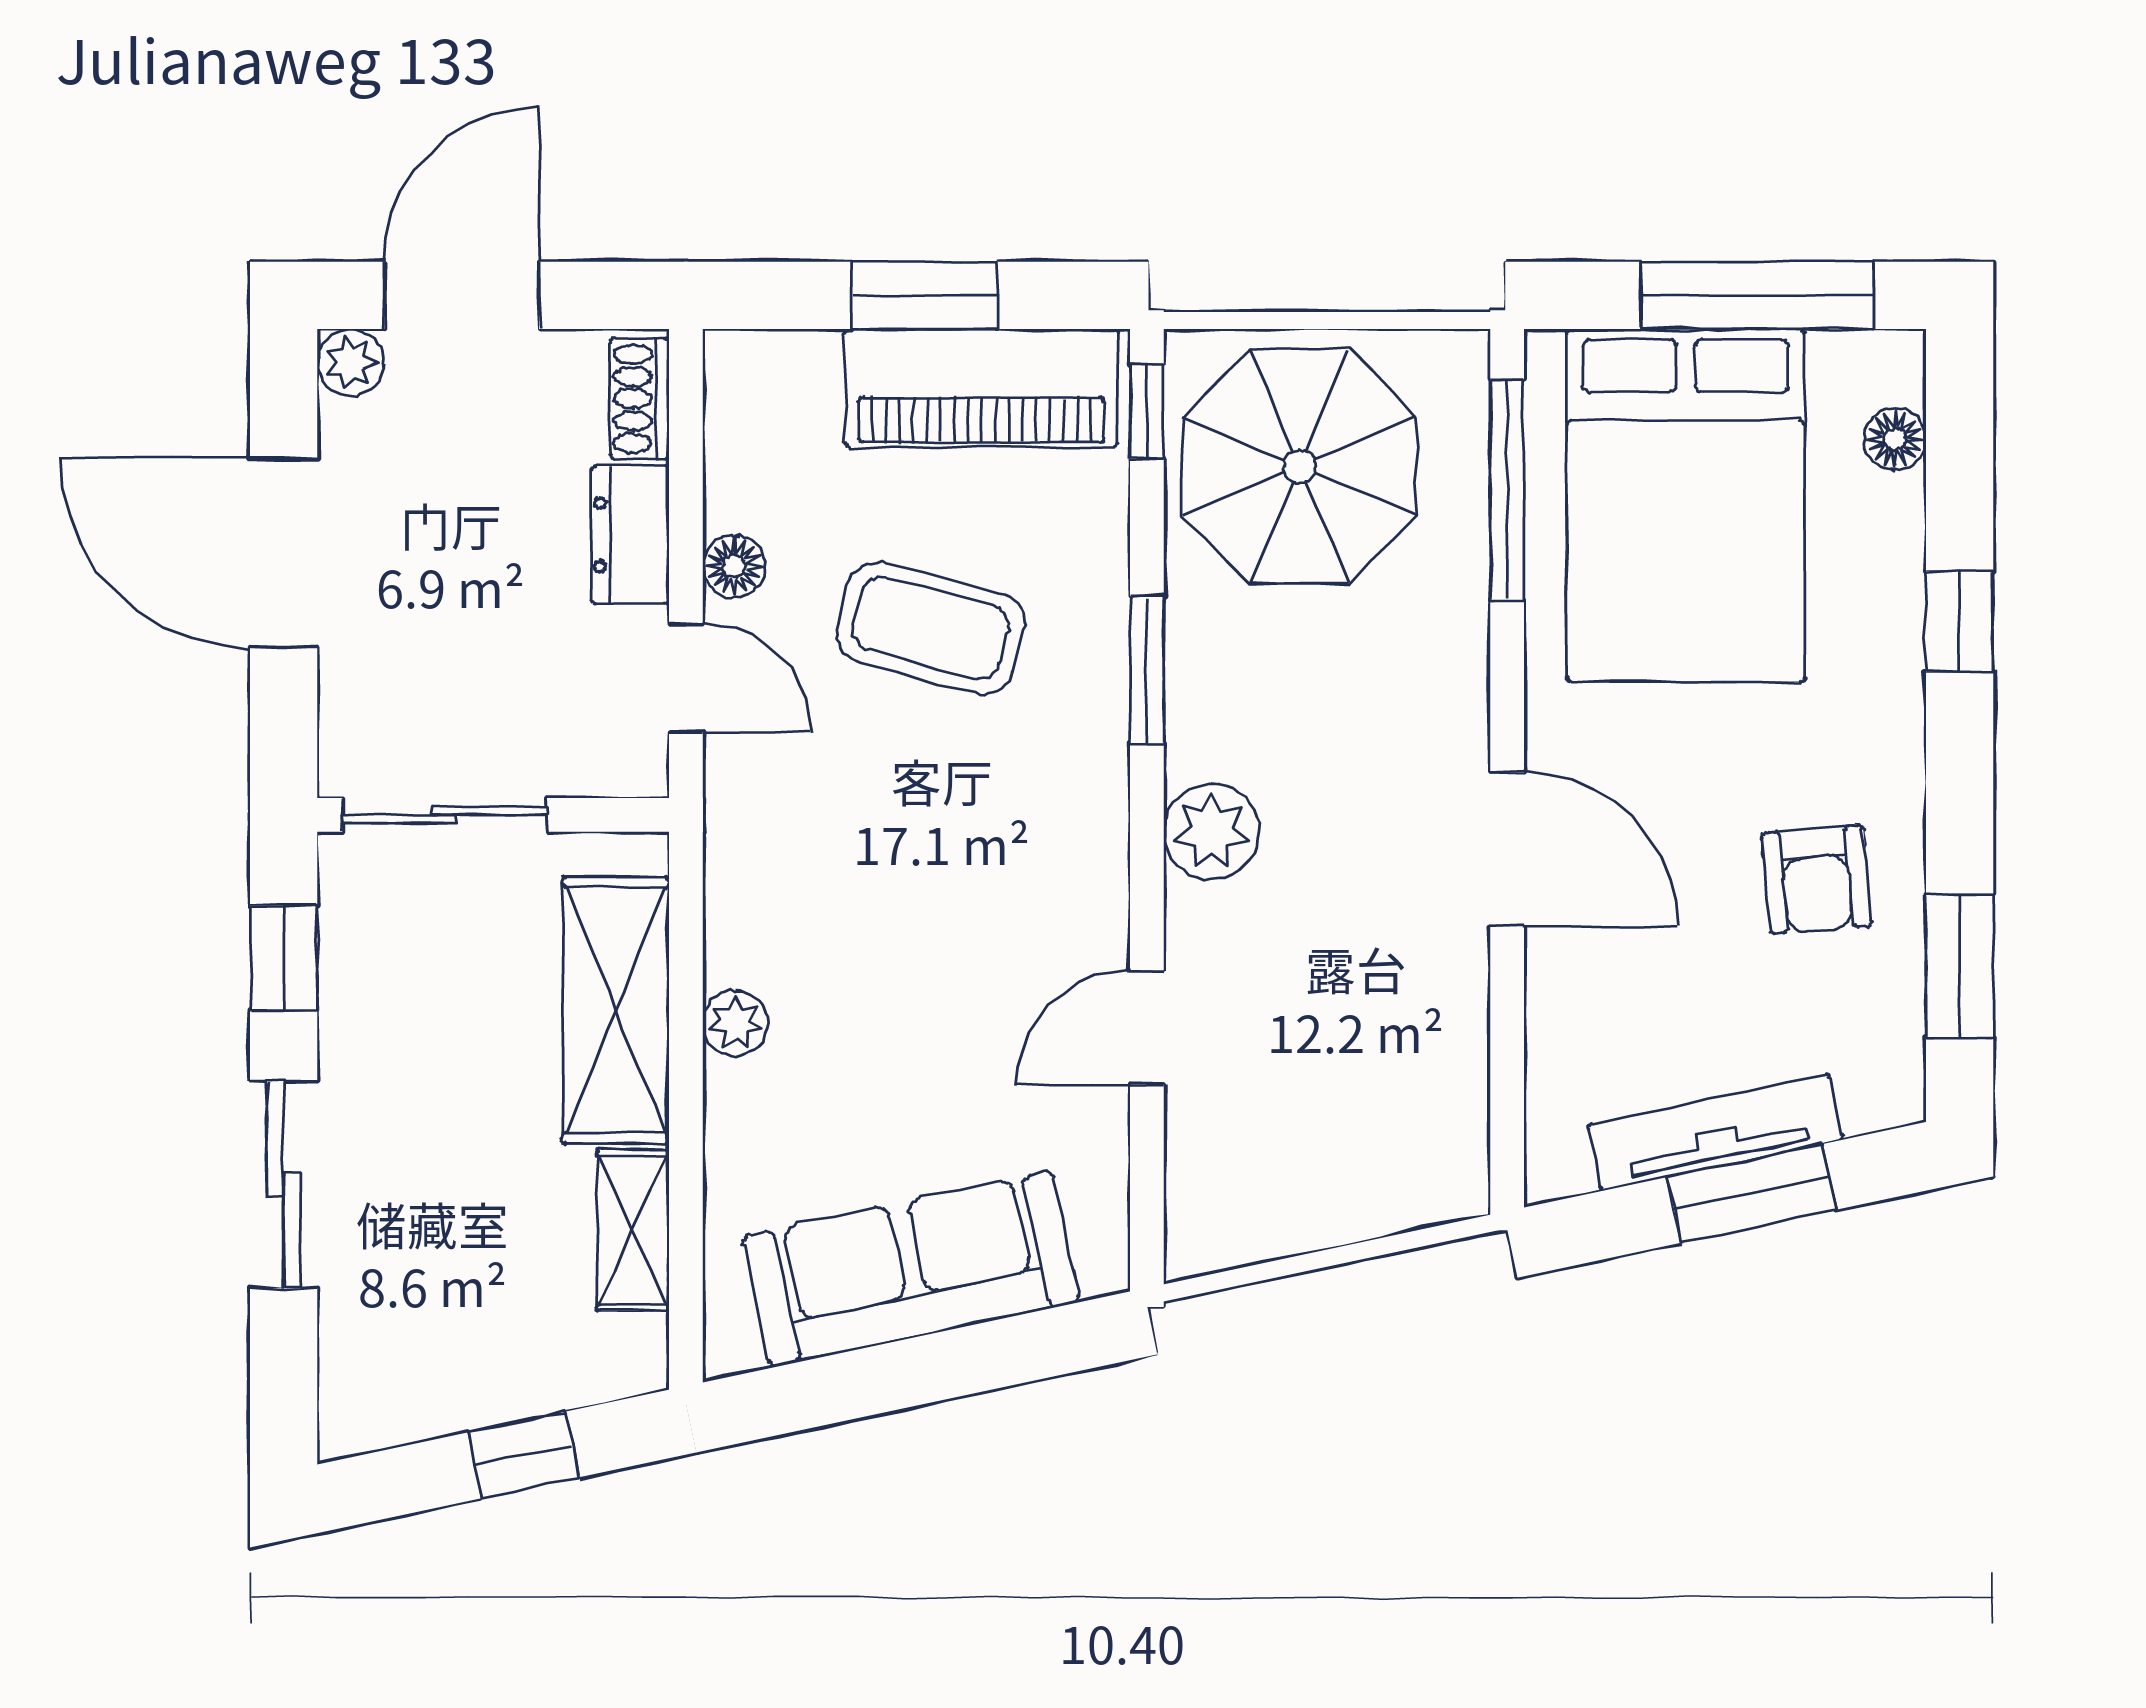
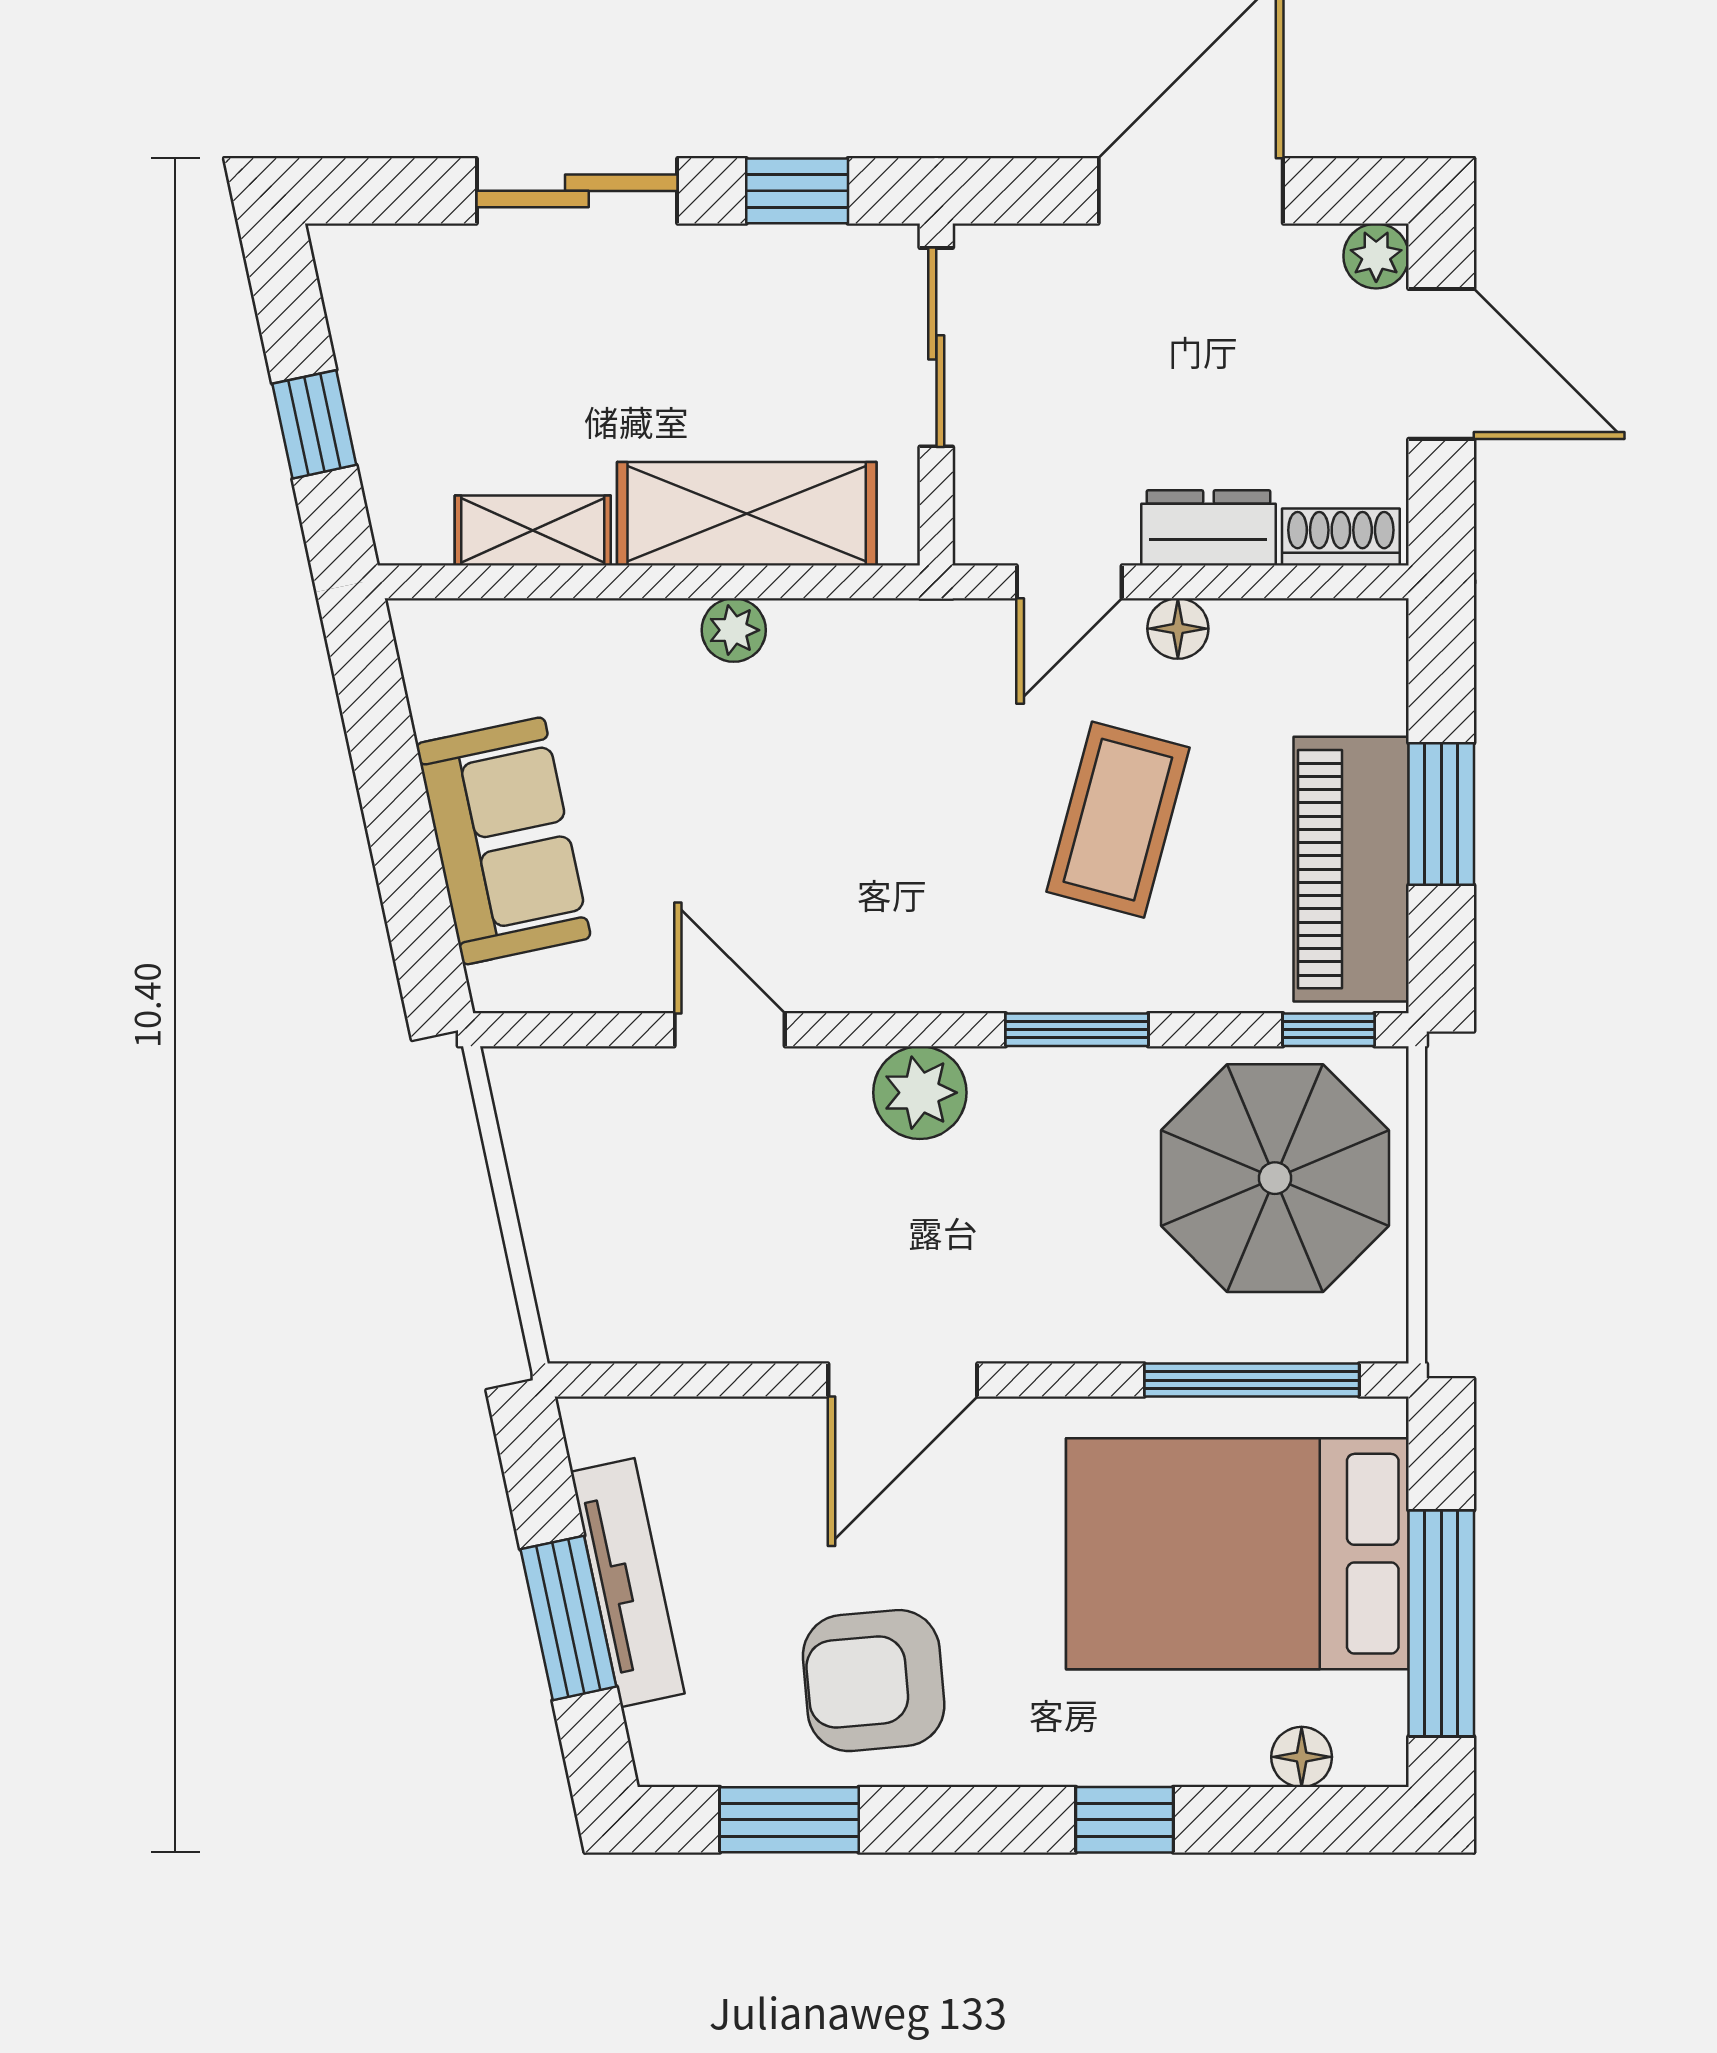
armchair: (1816, 879) -> (874, 1681), width x1.38, depth x1.38
sofa: (911, 1269) -> (503, 841), width x0.73

